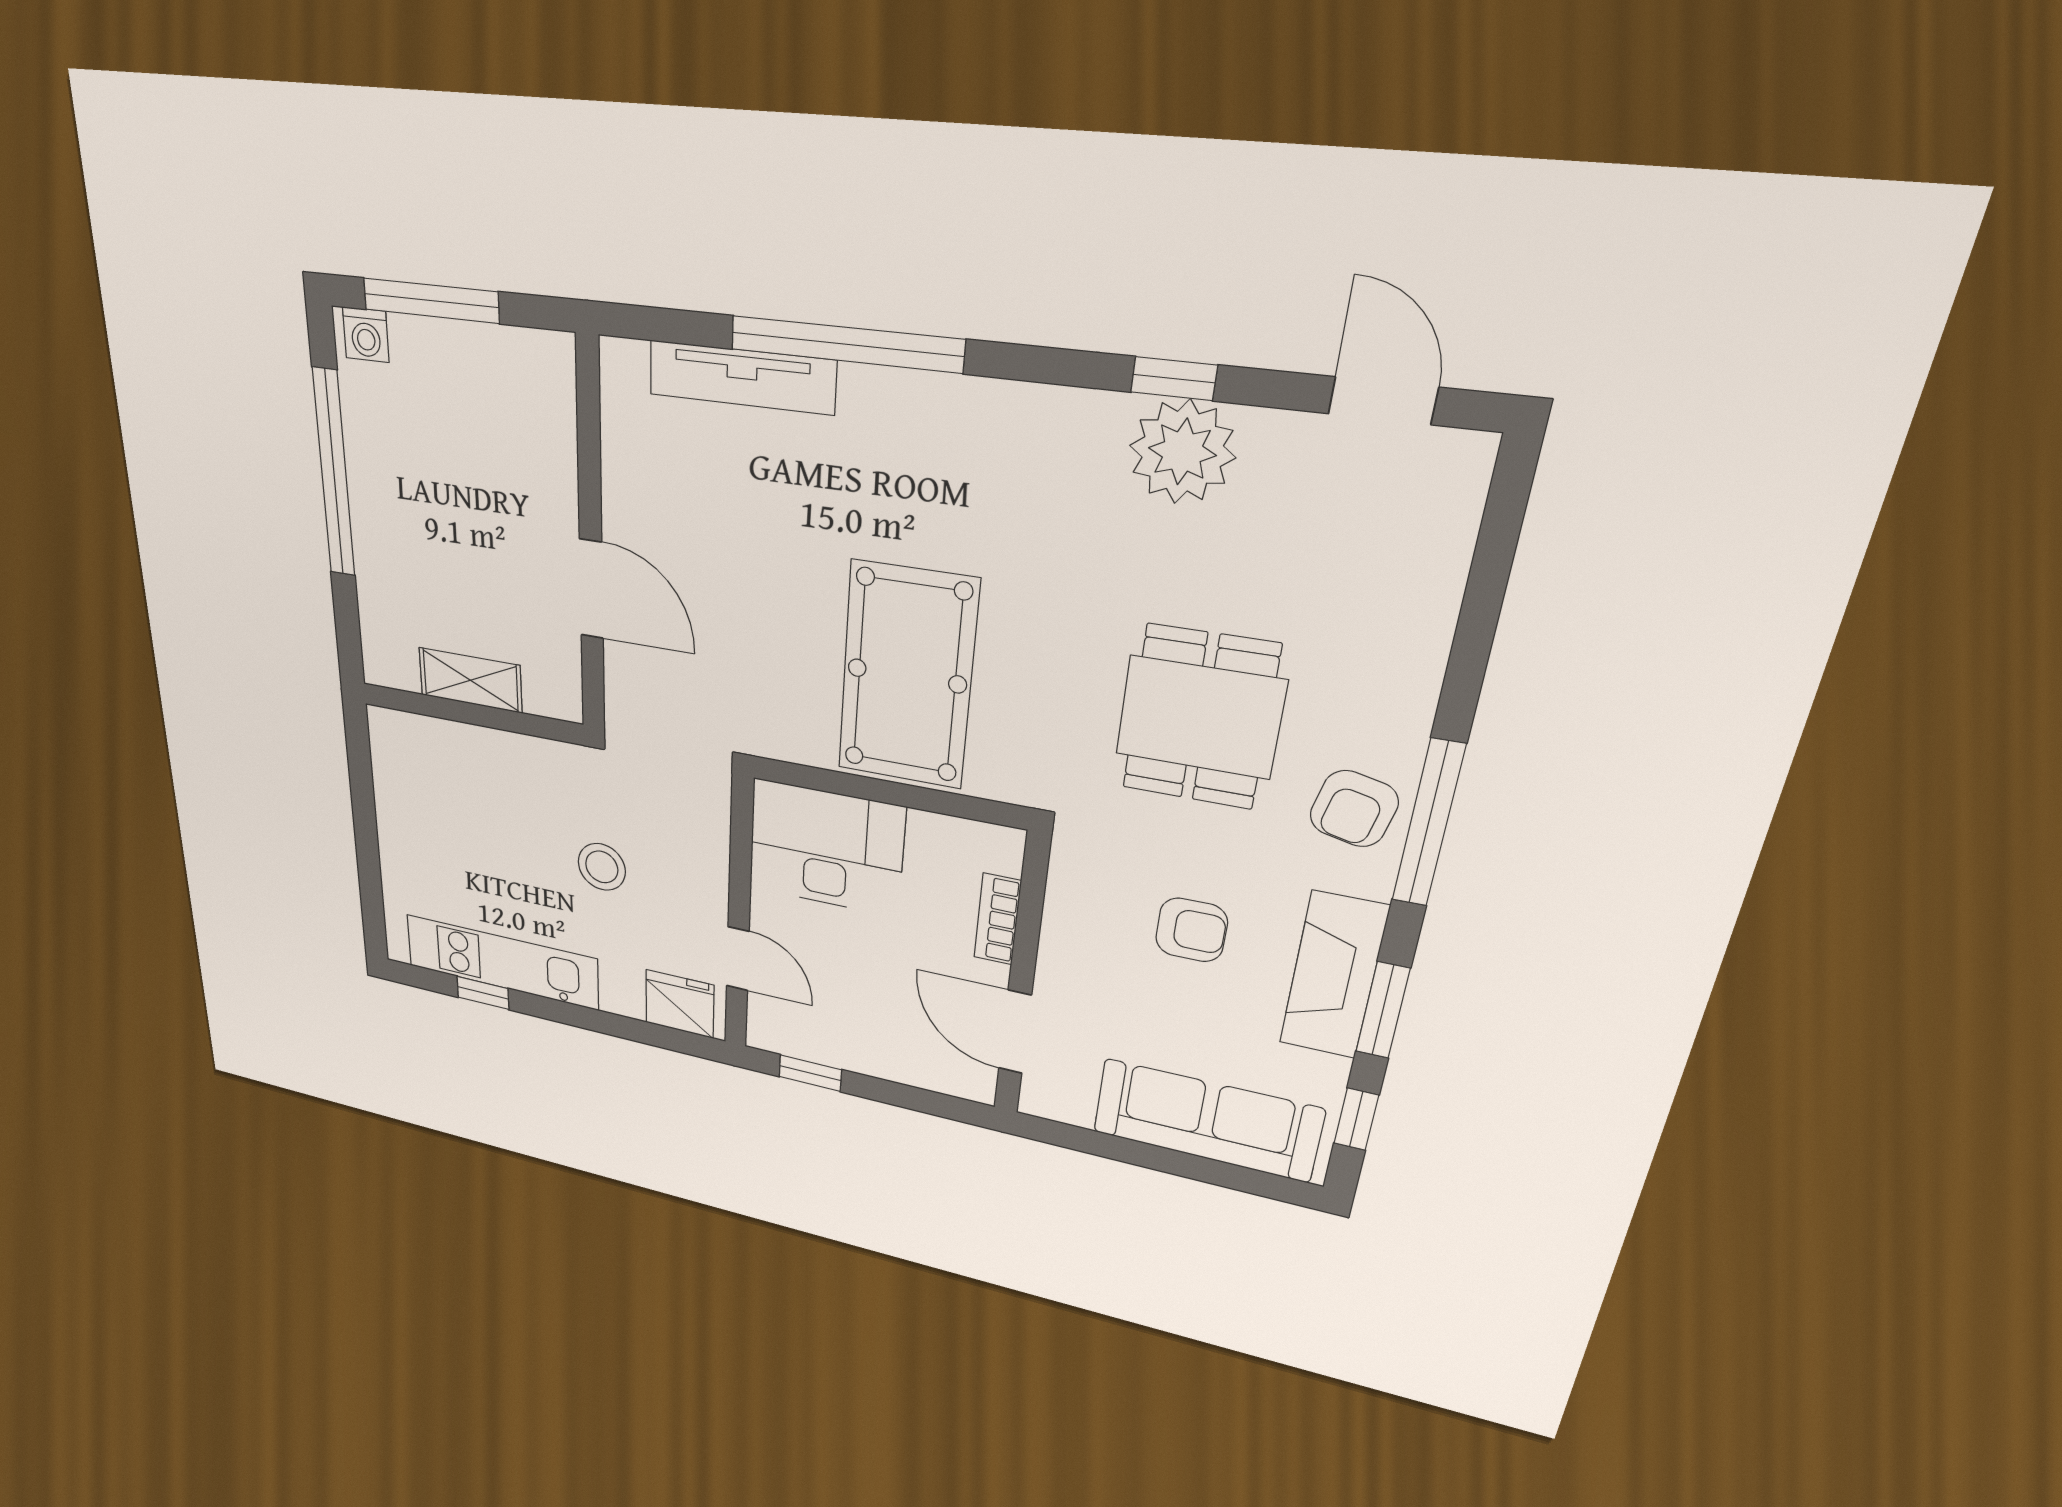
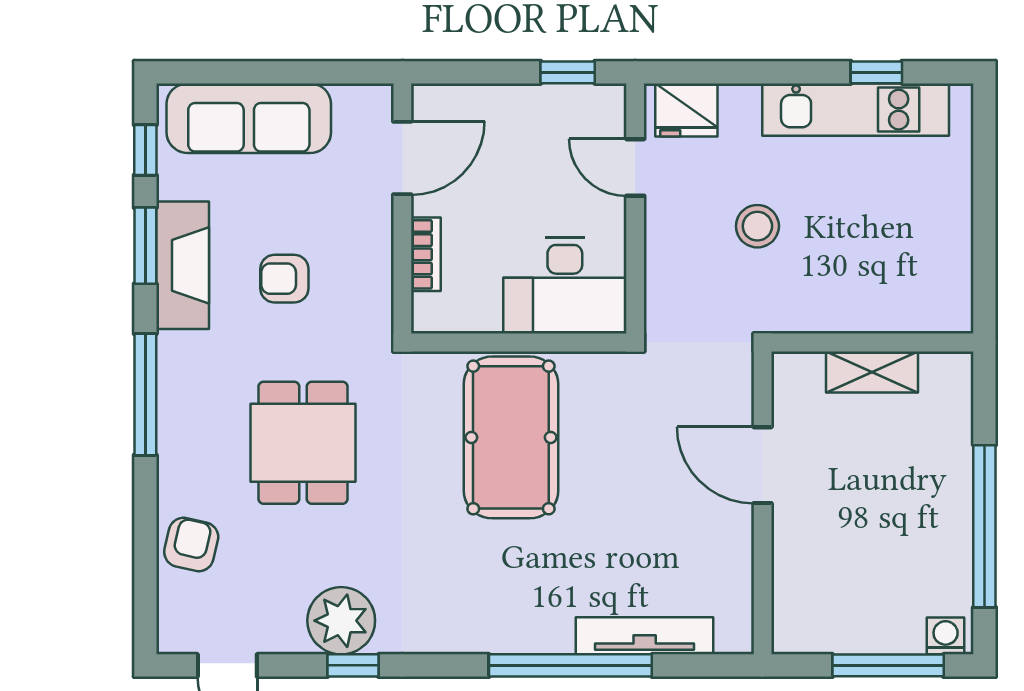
armchair: (1354, 809) -> (191, 544), moved
door: (1015, 1032) -> (402, 158), hinge flipped

